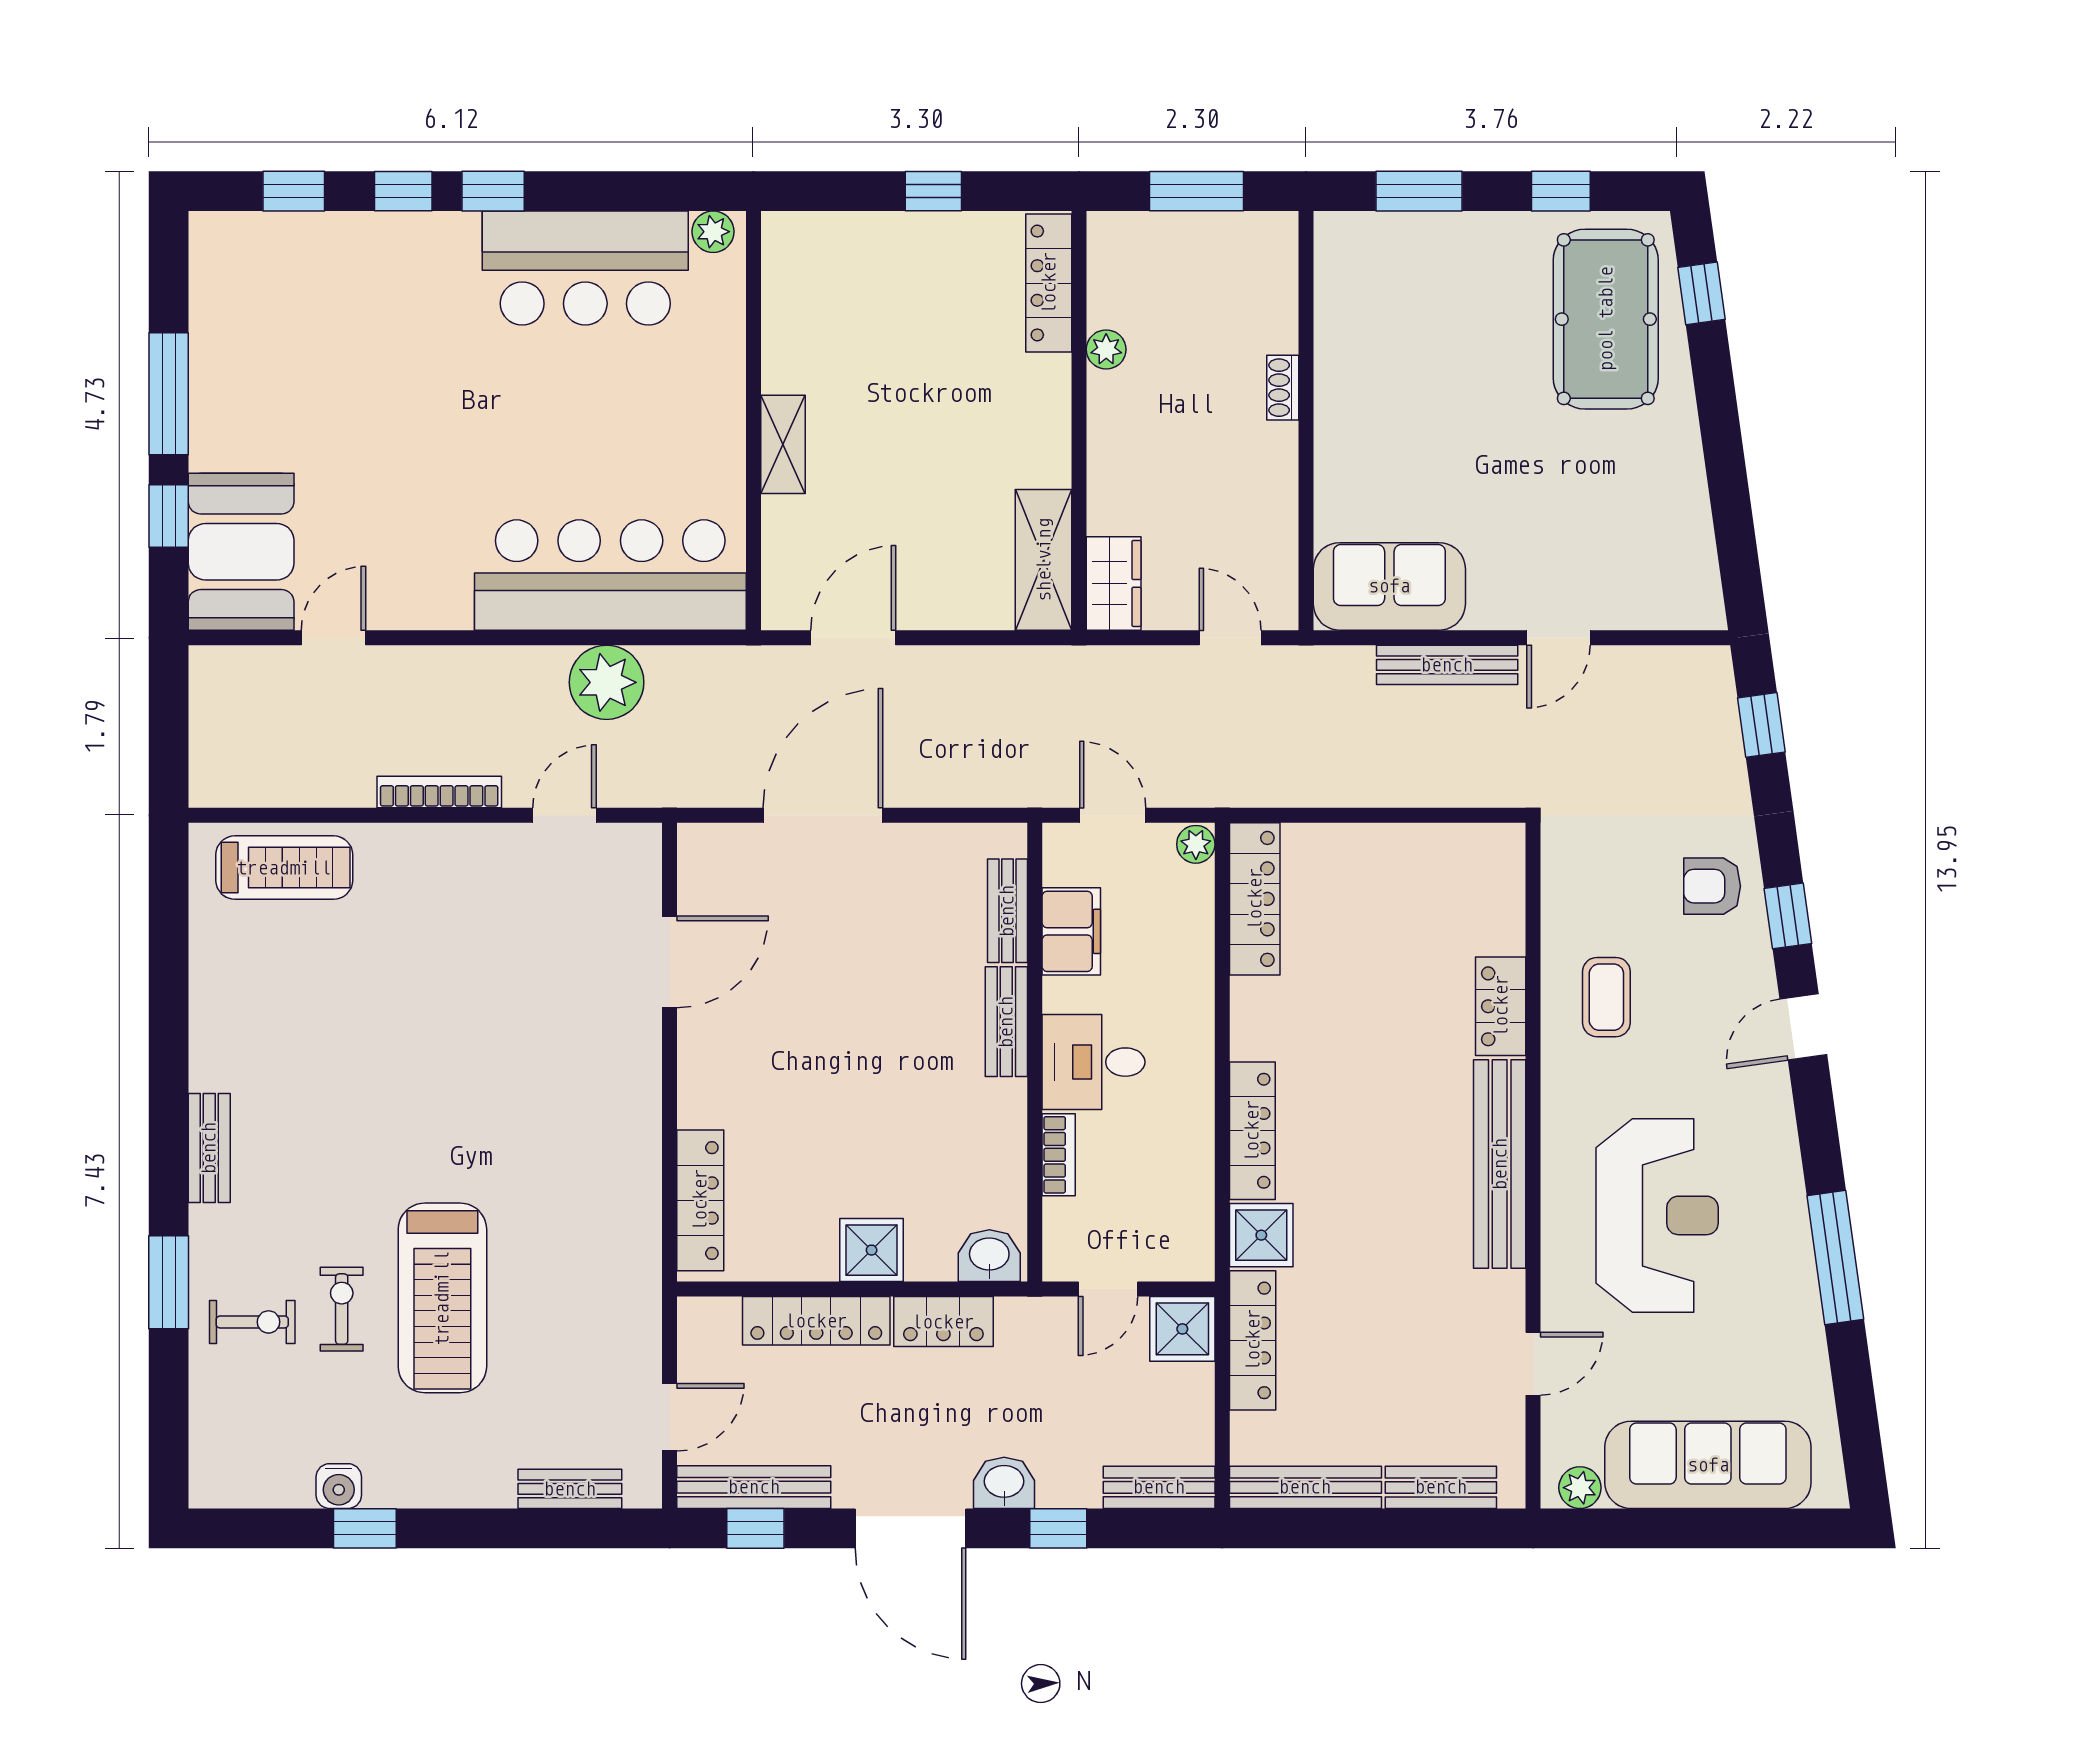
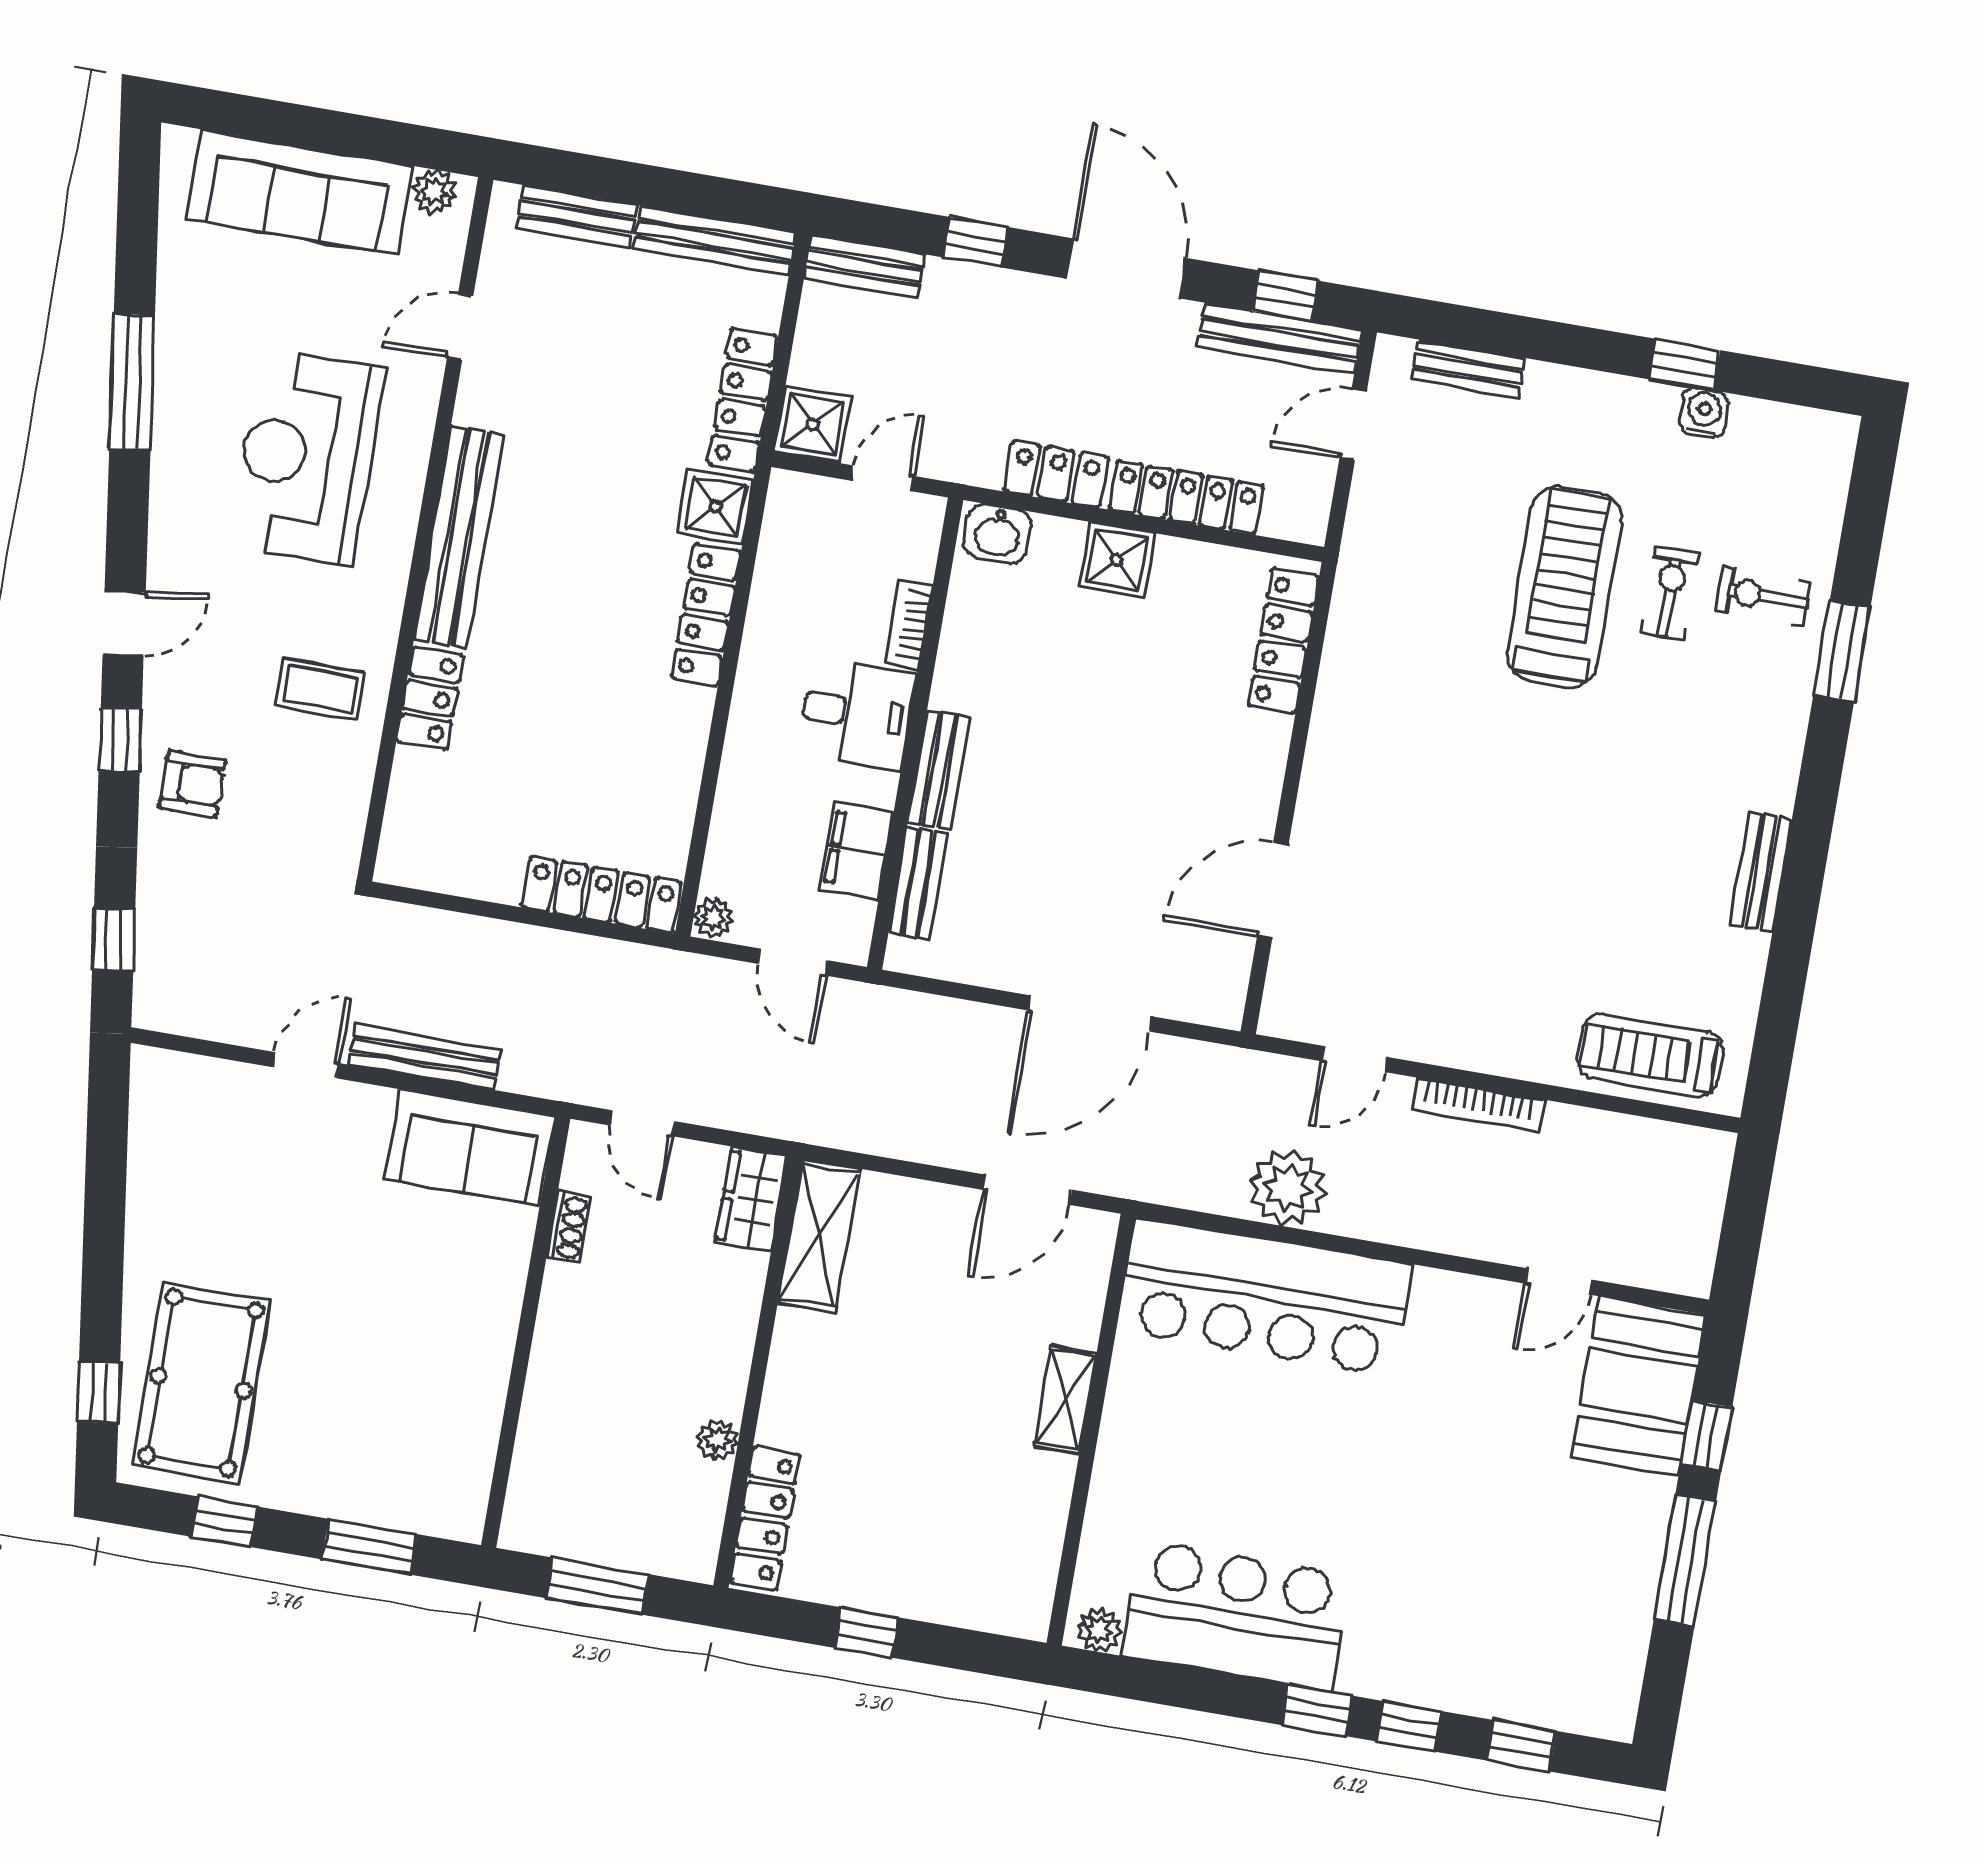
shoe rack: (1283, 388) -> (568, 1227), moved
locker: (1255, 899) -> (602, 895), moved, turned 90
coffee table: (1606, 997) -> (320, 689), turned 90
bench: (209, 1148) -> (1761, 872), moved
exercise bike: (342, 1309) -> (1670, 593), turned 180
washbasin: (1004, 1483) -> (1023, 298), removed

